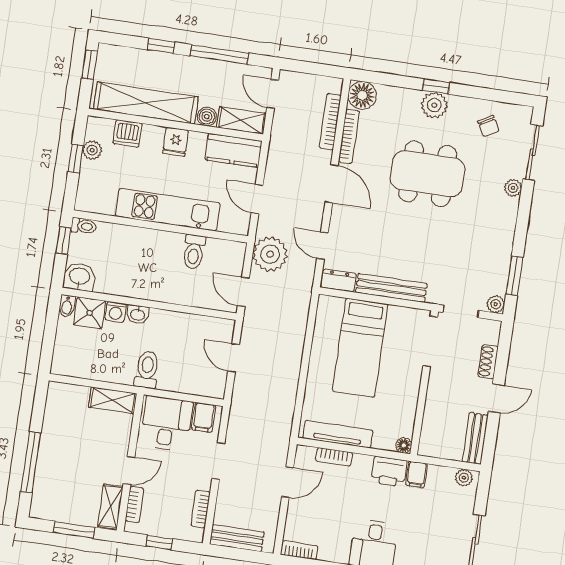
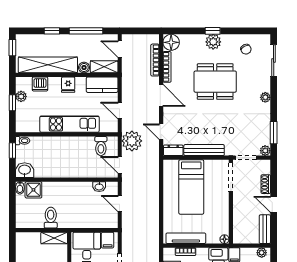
plant: (513, 188) -> (265, 97), moved
toilet: (194, 252) -> (101, 146), moved
washing machine: (116, 312) -> (48, 187), removed
washbasin: (138, 314) -> (99, 187), moved
toilet: (147, 370) -> (51, 218), moved
door: (496, 398) -> (274, 204), swing flipped

